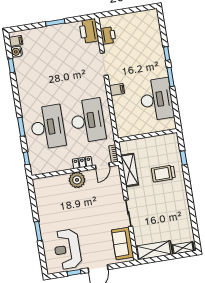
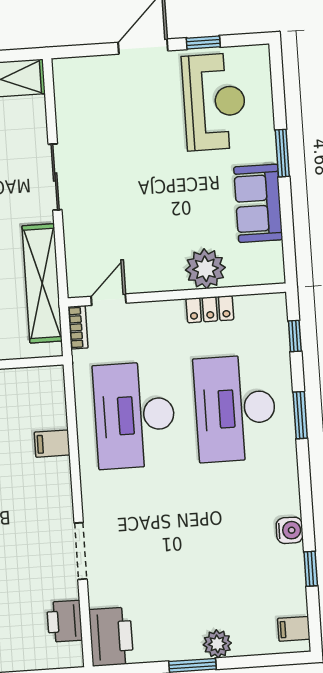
plant: (46, 32) -> (217, 644), added
water cooler: (17, 52) -> (290, 530), moved
filing cabinet: (117, 89) -> (52, 444), moved
locker: (82, 163) -> (210, 309), moved
shelving: (130, 170) -> (42, 283), width x1.47
plant: (77, 180) -> (205, 269), moved
sofa: (123, 243) -> (258, 203), moved, turned 180

